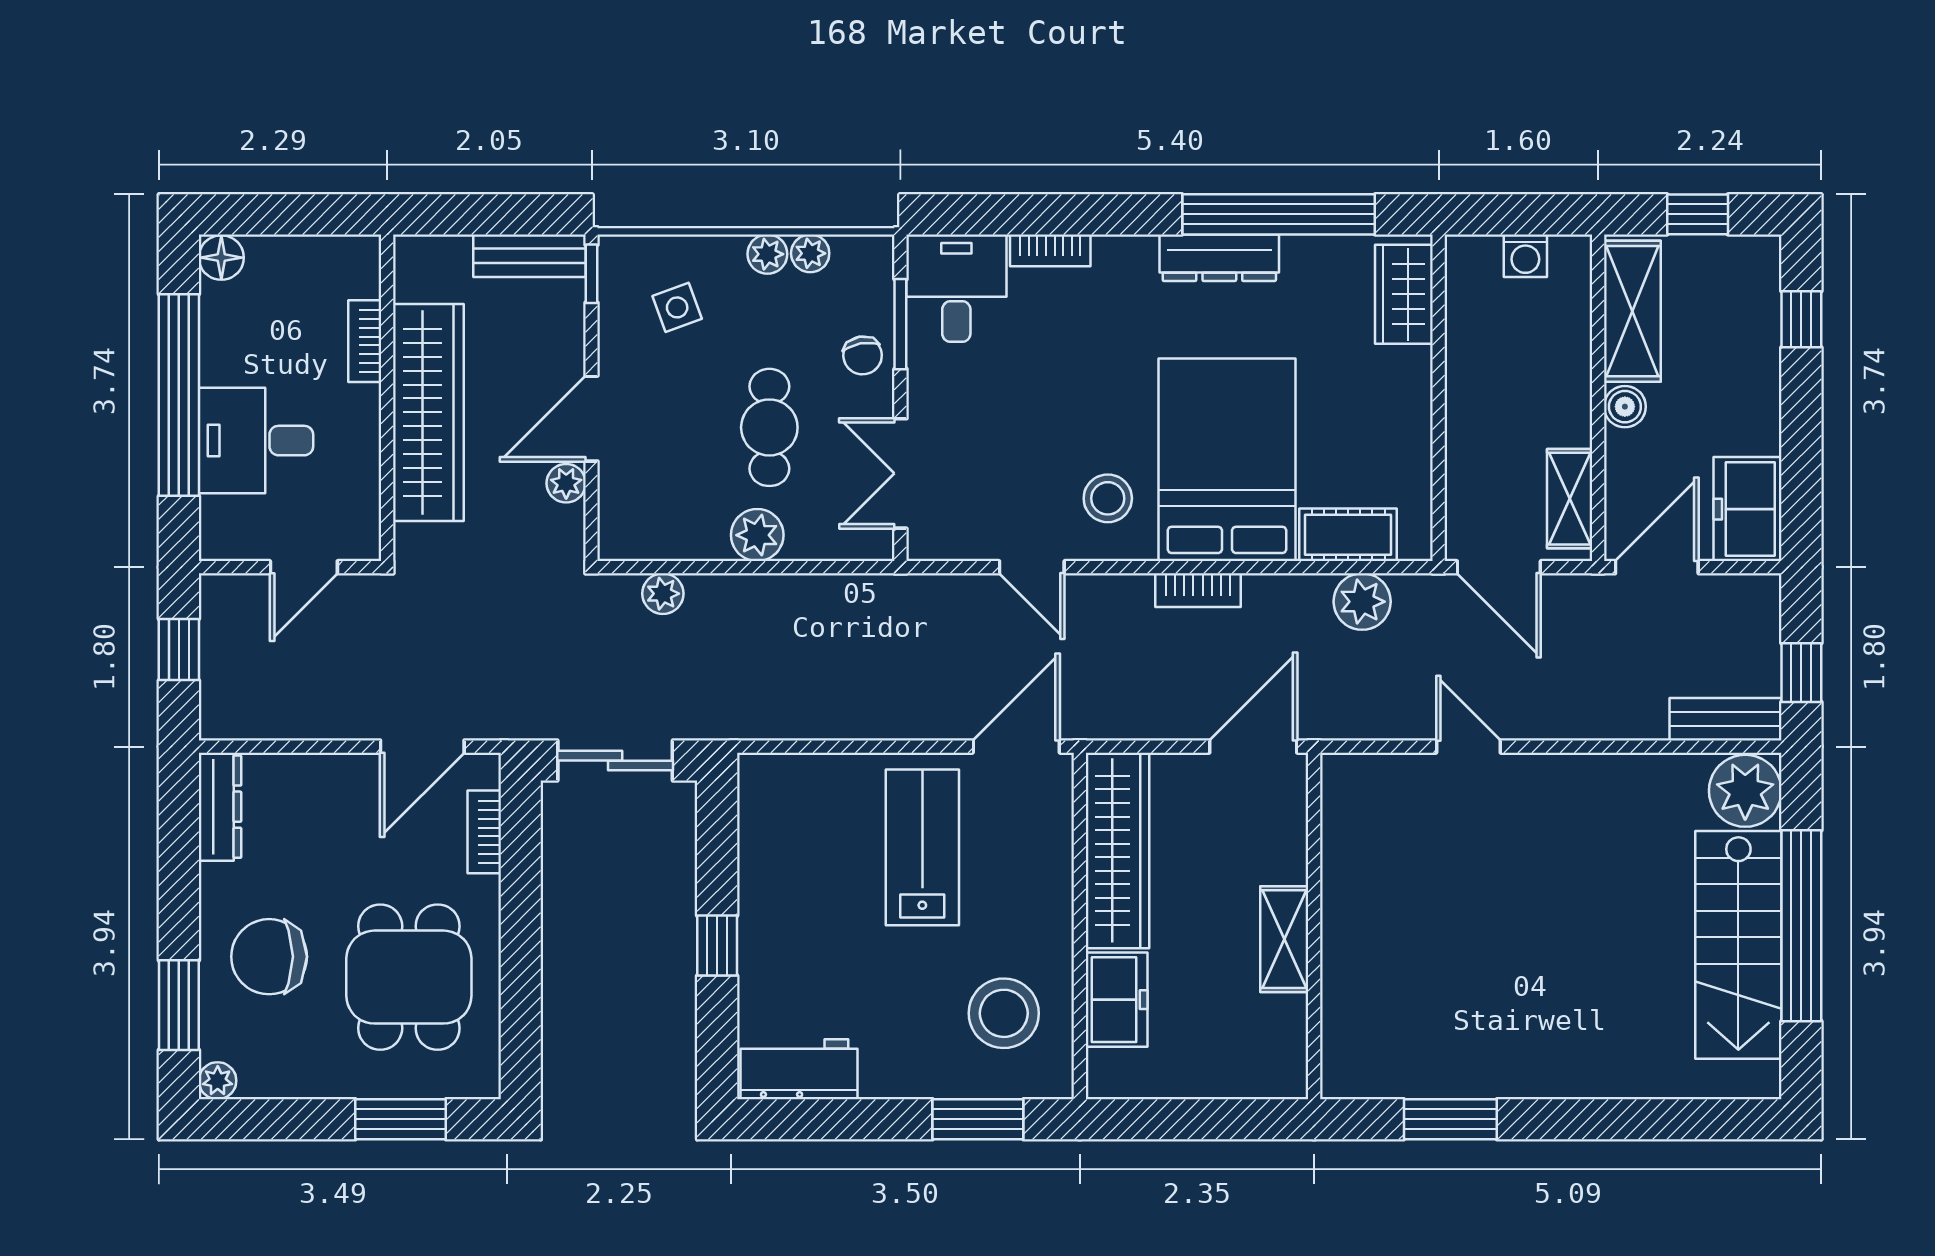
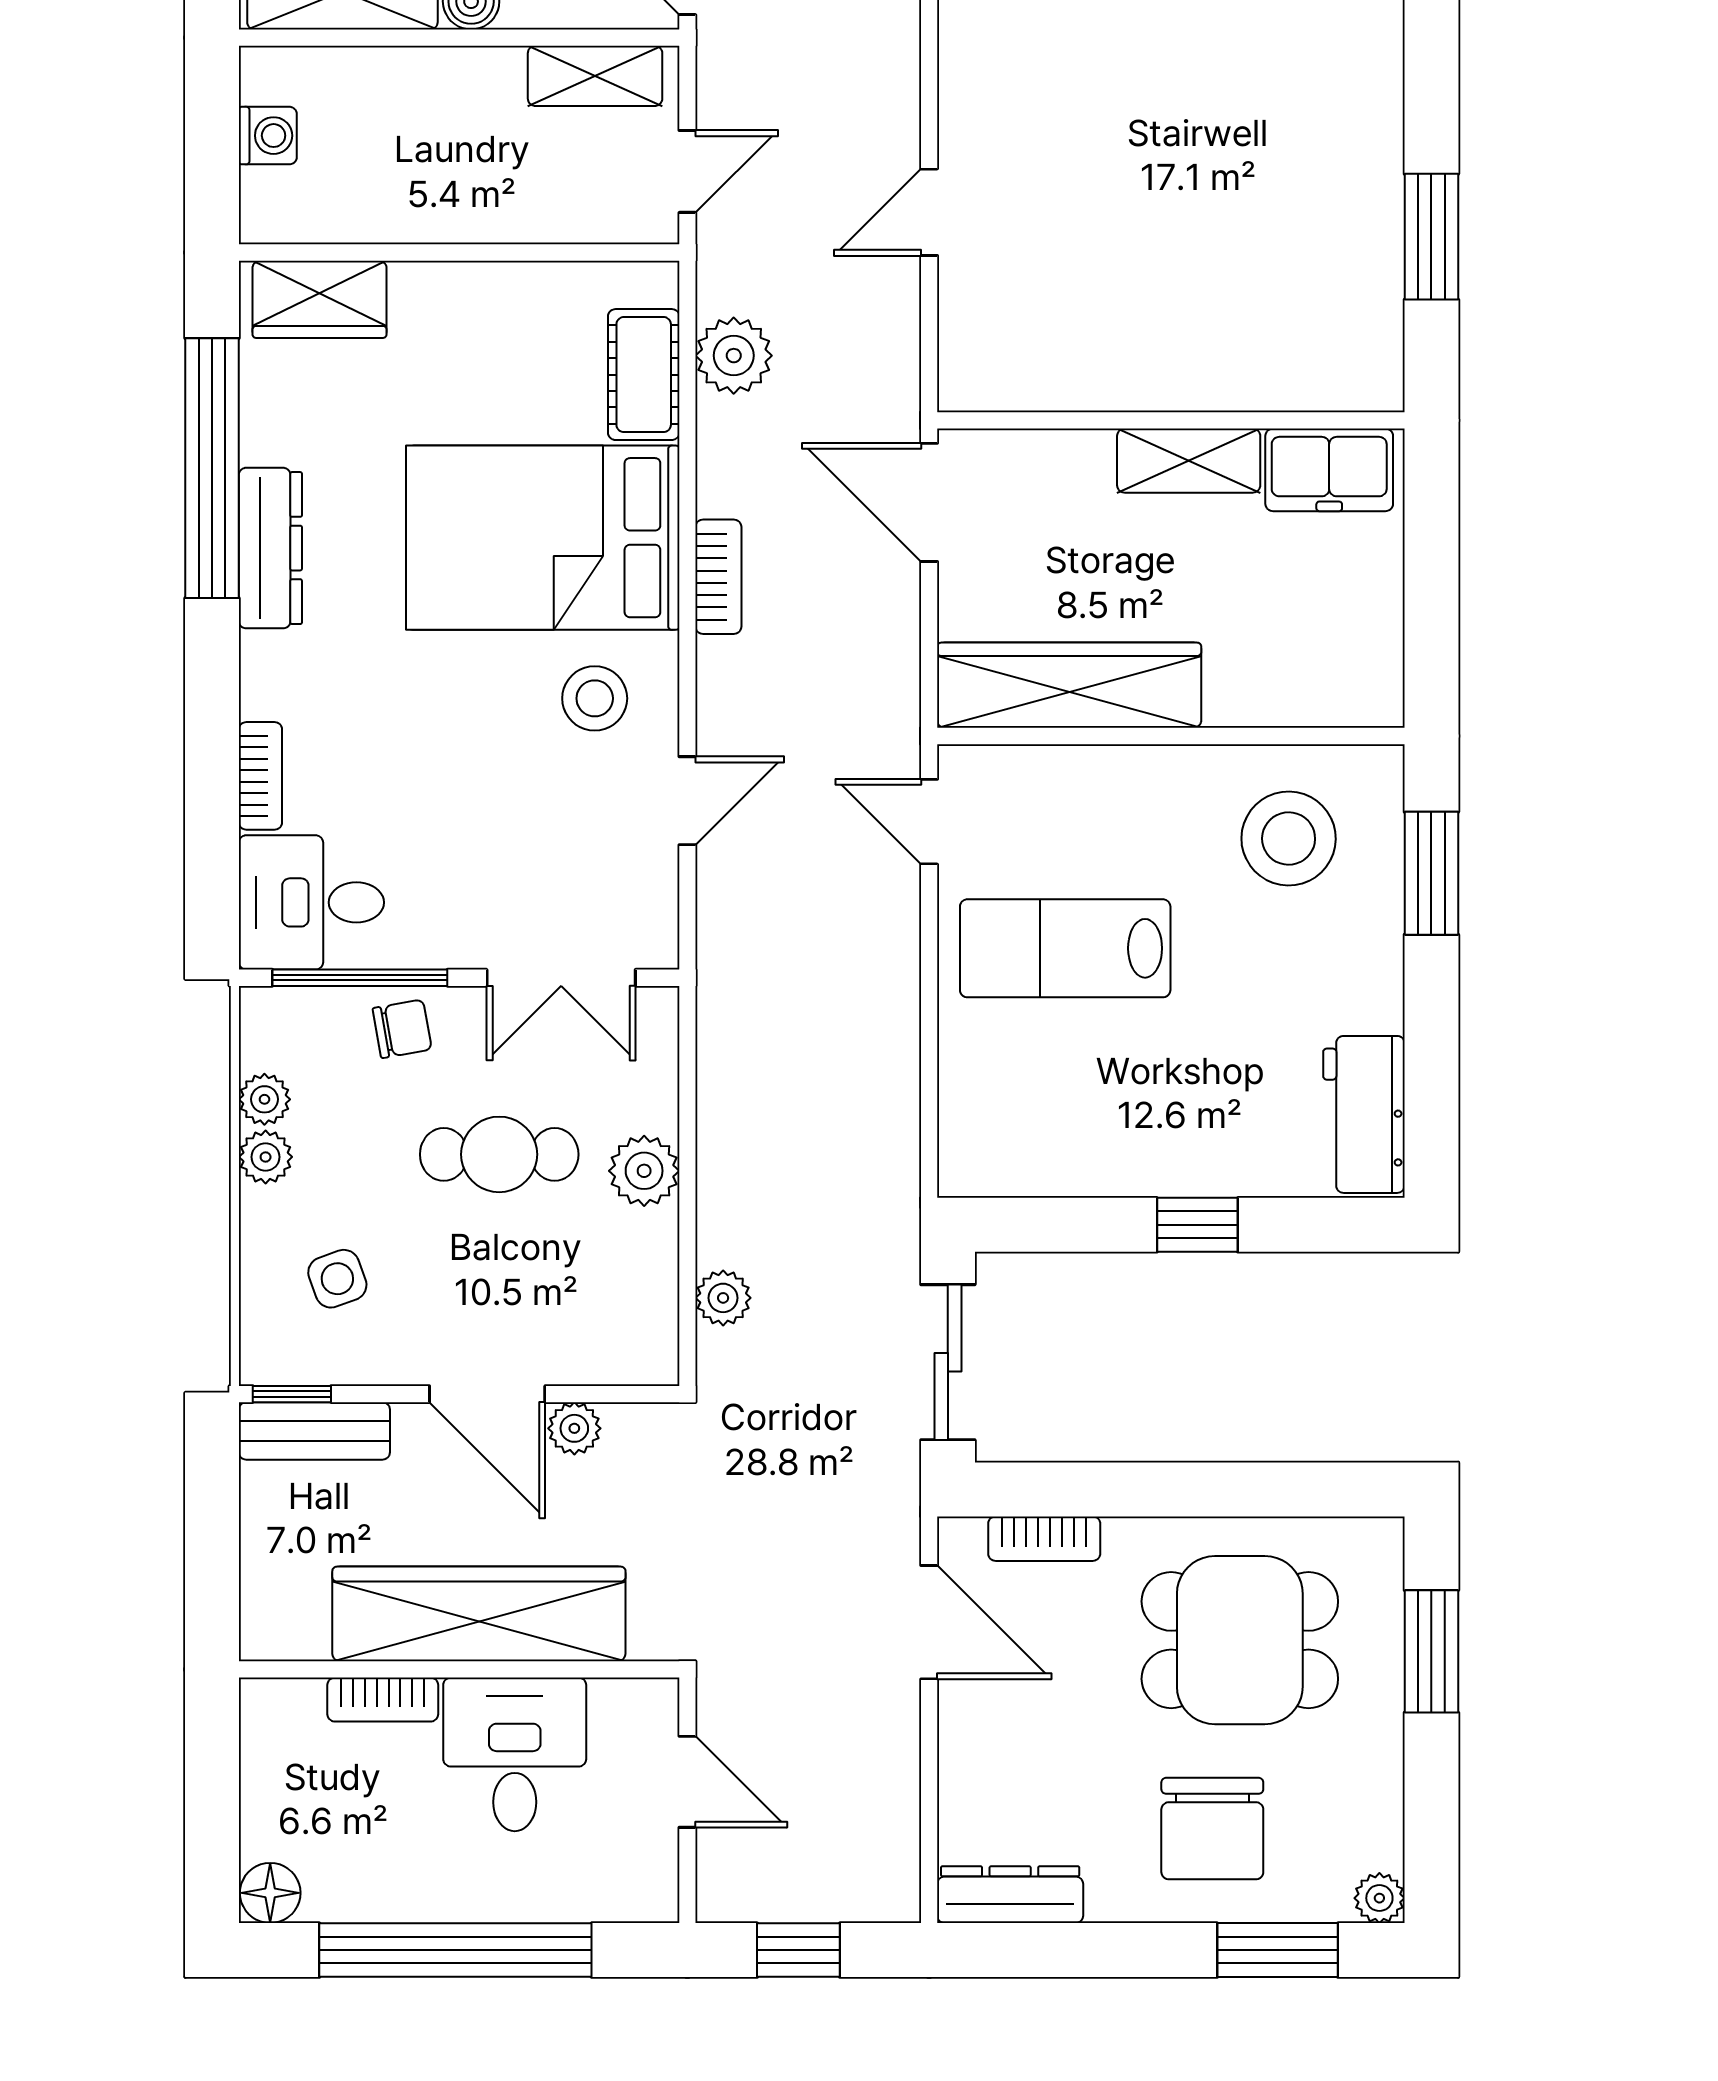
bench: (530, 256) -> (314, 1431), moved, turned 90
window: (900, 324) -> (360, 978), width x1.44
desk: (256, 441) -> (515, 1754), moved, turned 180
door: (1499, 567) -> (687, 171), width x0.73
door: (1016, 747) -> (929, 822), width x0.73
freezer: (1117, 1000) -> (1329, 470), moved, turned 180

